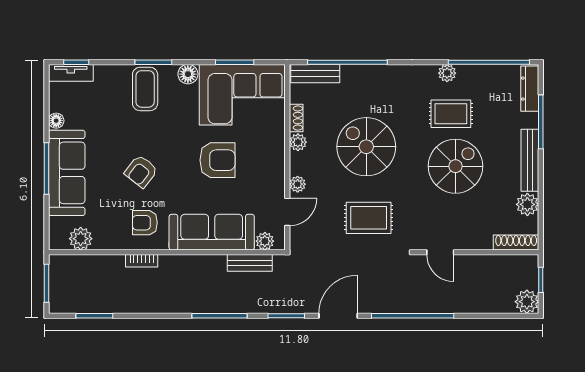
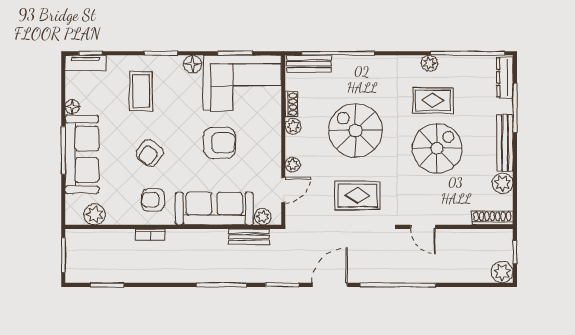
coffee table: (145, 89) -> (141, 91), moved

